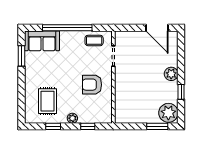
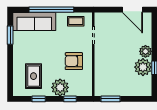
sofa: (42, 41) -> (34, 22), width x1.36
plant: (168, 113) -> (143, 67), moved
plant: (72, 118) -> (60, 87), width x1.87, depth x1.87
window: (157, 126) -> (110, 99), moved

